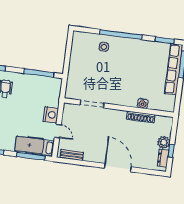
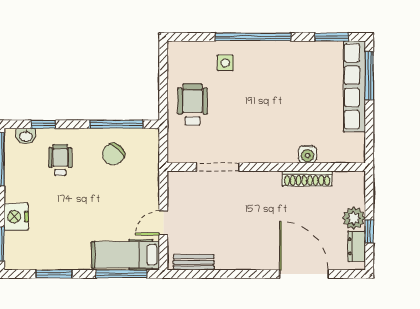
wheelchair: (83, 68) -> (193, 104), added
chair: (35, 89) -> (113, 154), added
nightstand: (51, 115) -> (147, 196), removed
door: (58, 131) -> (163, 223), swing flipped
door: (118, 168) -> (304, 274), moved

